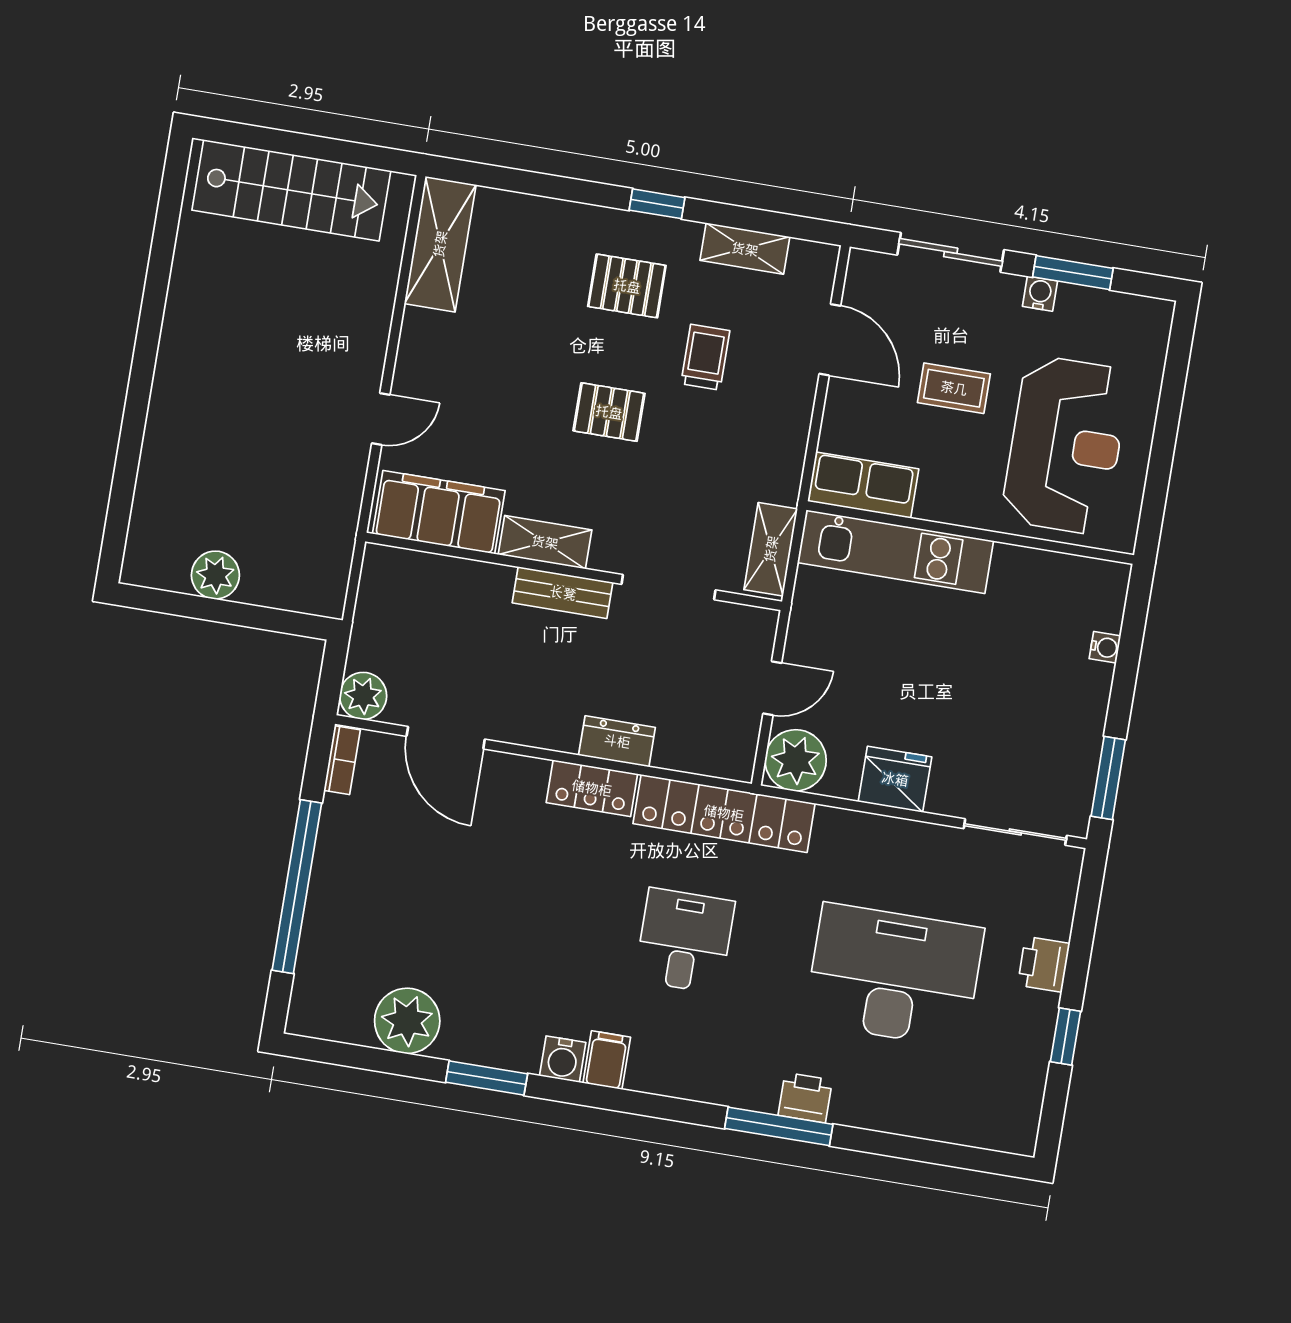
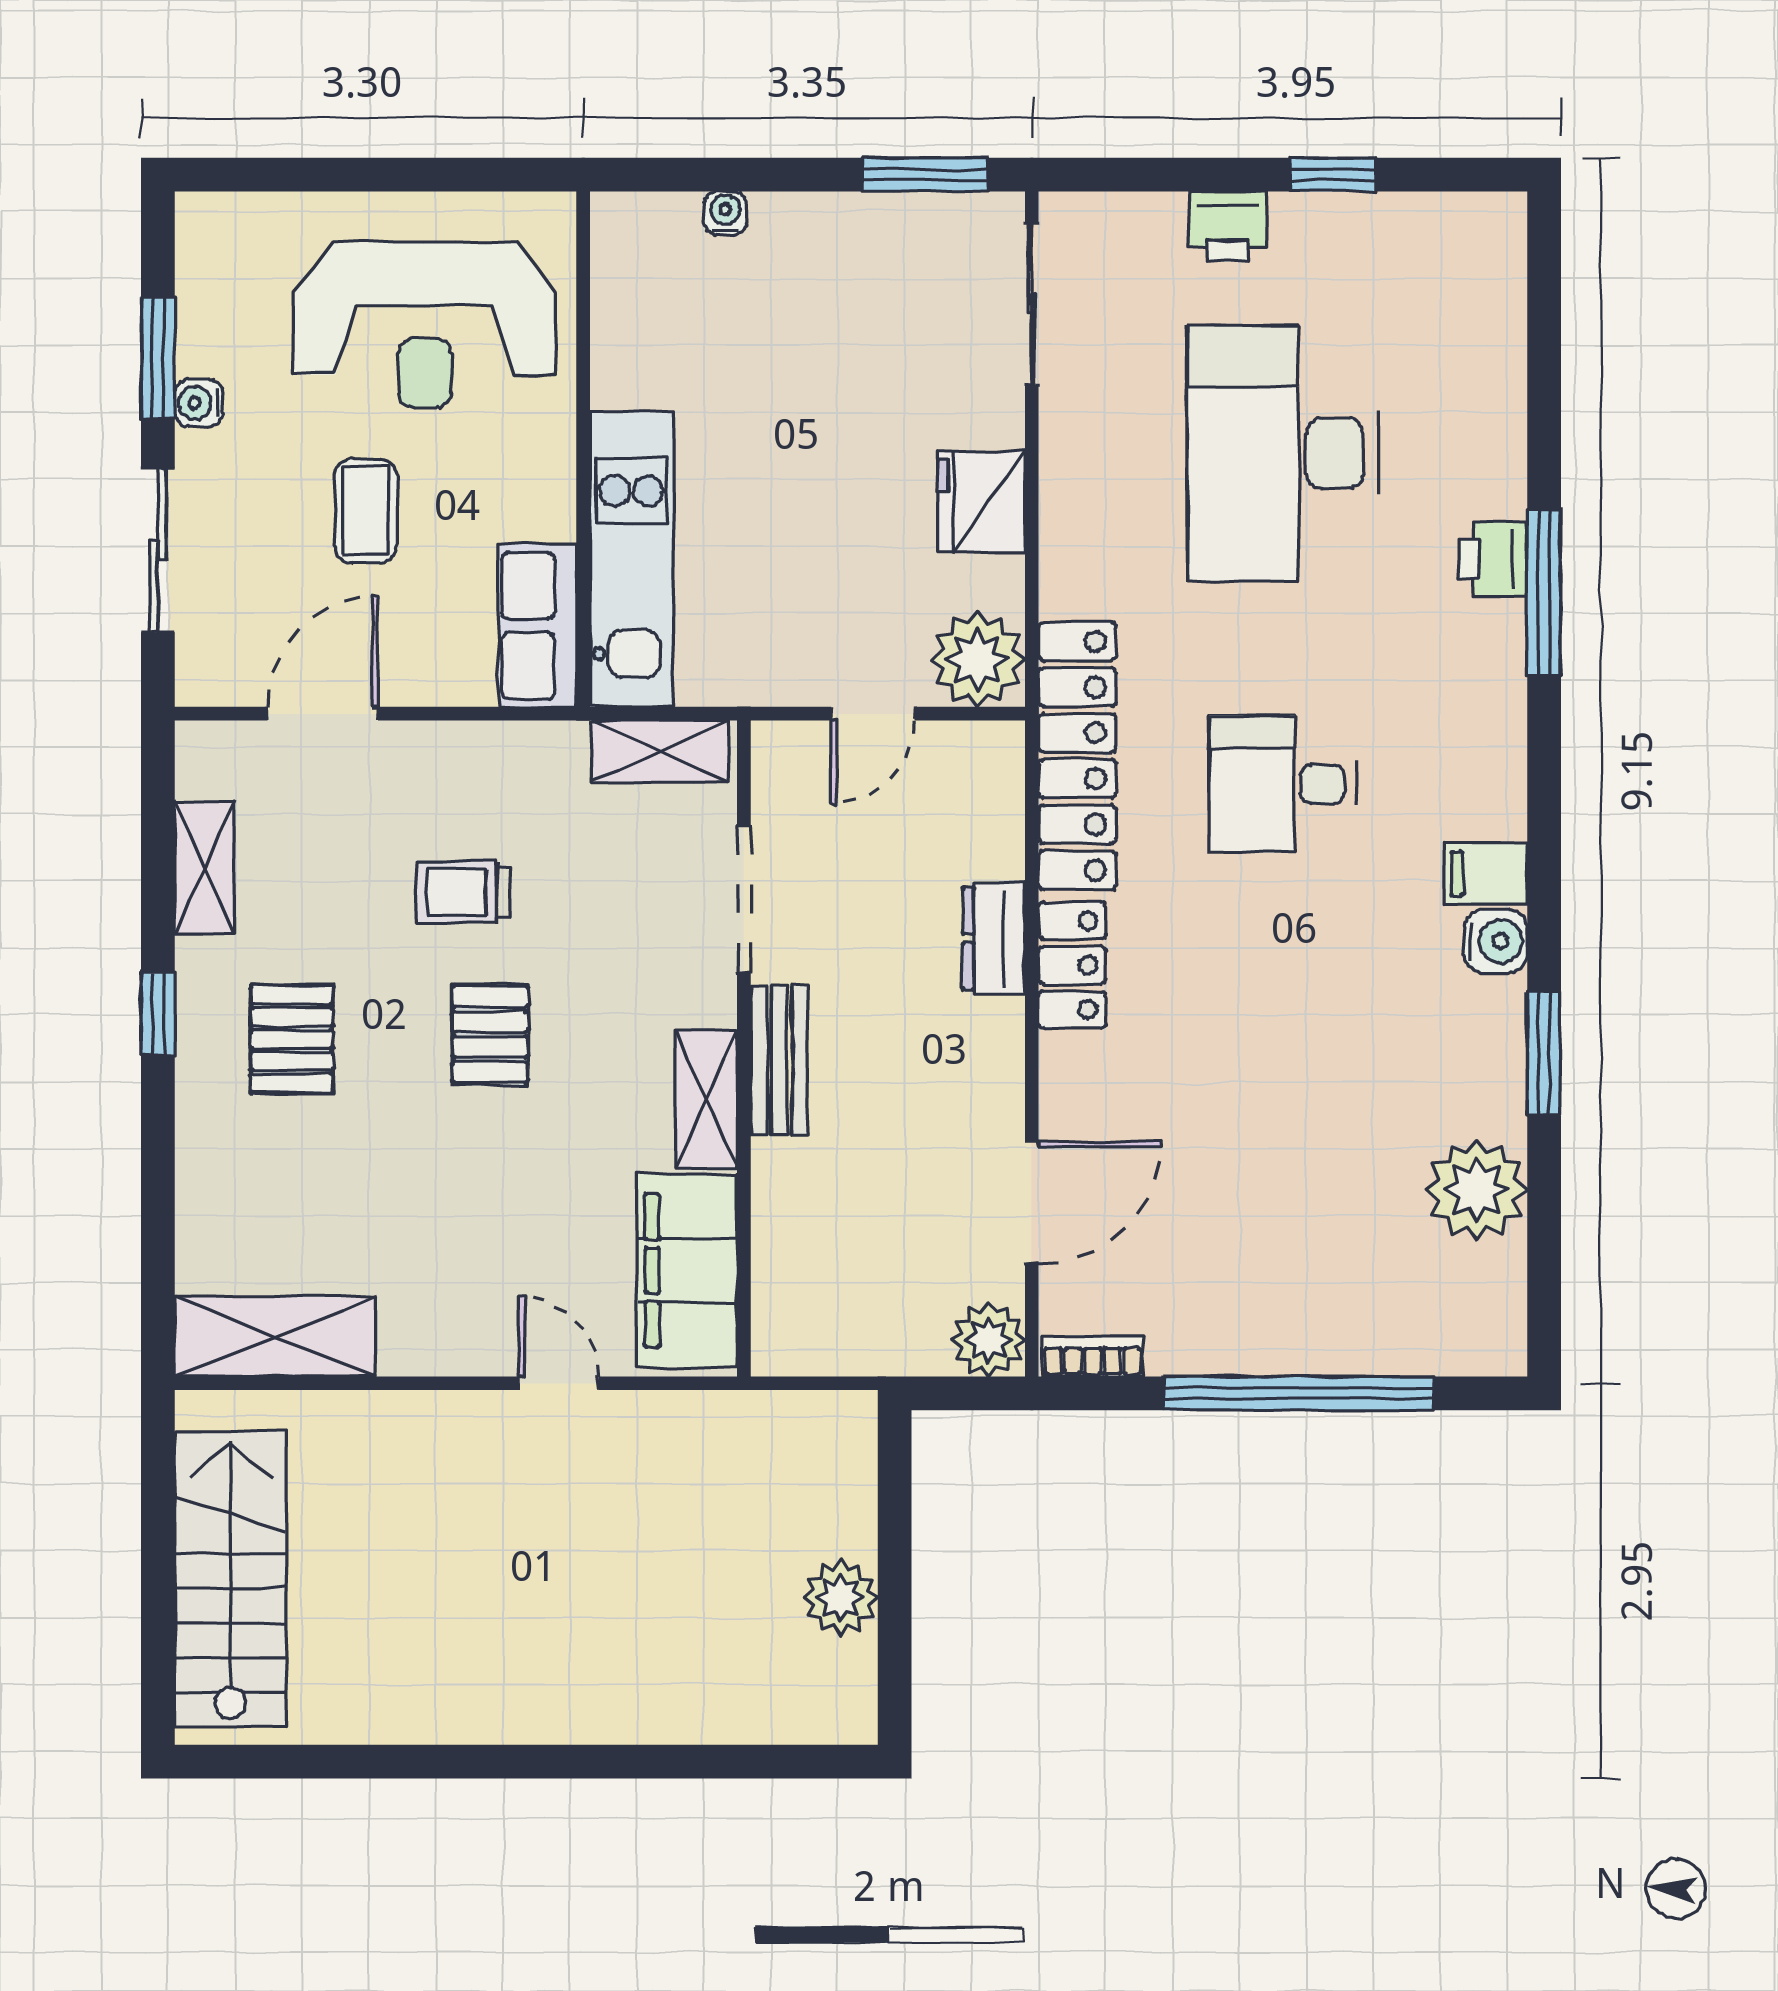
trolley: (705, 357) -> (463, 892), moved
reception desk: (1065, 445) -> (425, 325), turned 180
door: (772, 688) -> (873, 714), swing flipped

